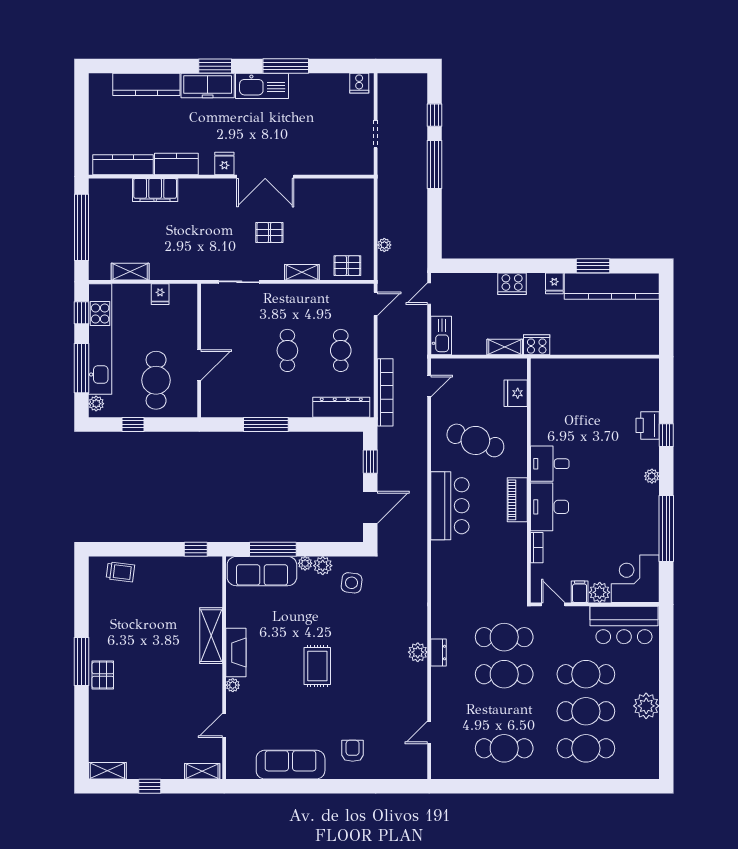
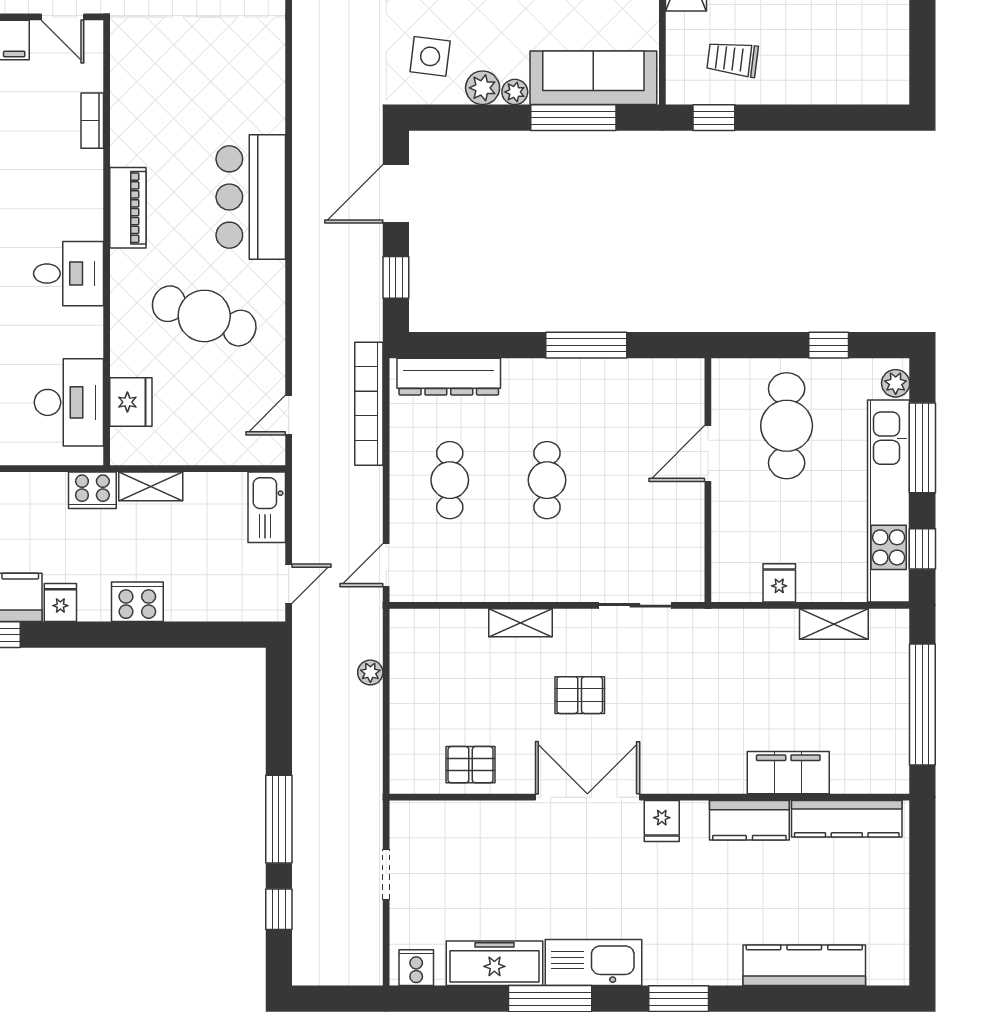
freezer: (208, 85) -> (494, 963), moved
pallet: (347, 266) -> (471, 765), moved
desk: (550, 507) -> (69, 402), moved
trolley: (120, 572) -> (733, 59), moved

